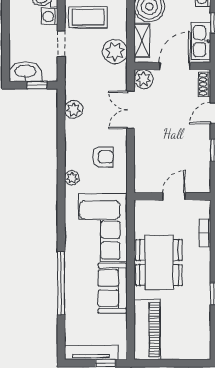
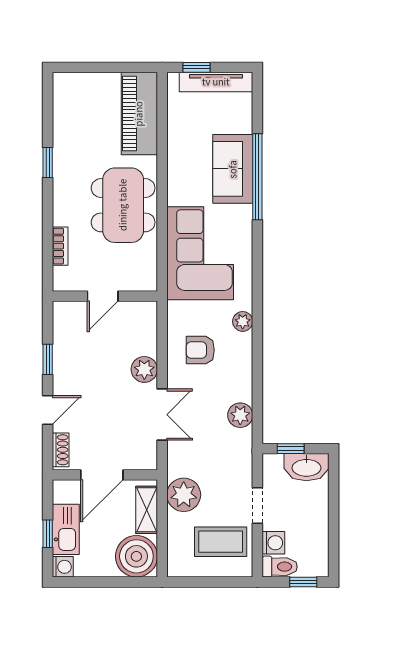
kitchen sink: (201, 41) -> (66, 529), moved
plant: (144, 79) -> (144, 369), moved
sofa: (113, 288) -> (233, 169), moved, turned 180

